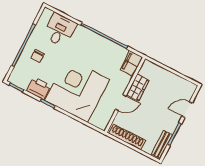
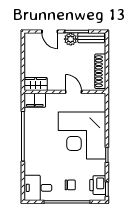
desk: (60, 30) -> (38, 188), moved
printer: (39, 88) -> (98, 185), moved
wardrobe: (138, 88) -> (36, 84), moved
plant: (170, 125) -> (71, 39), added

